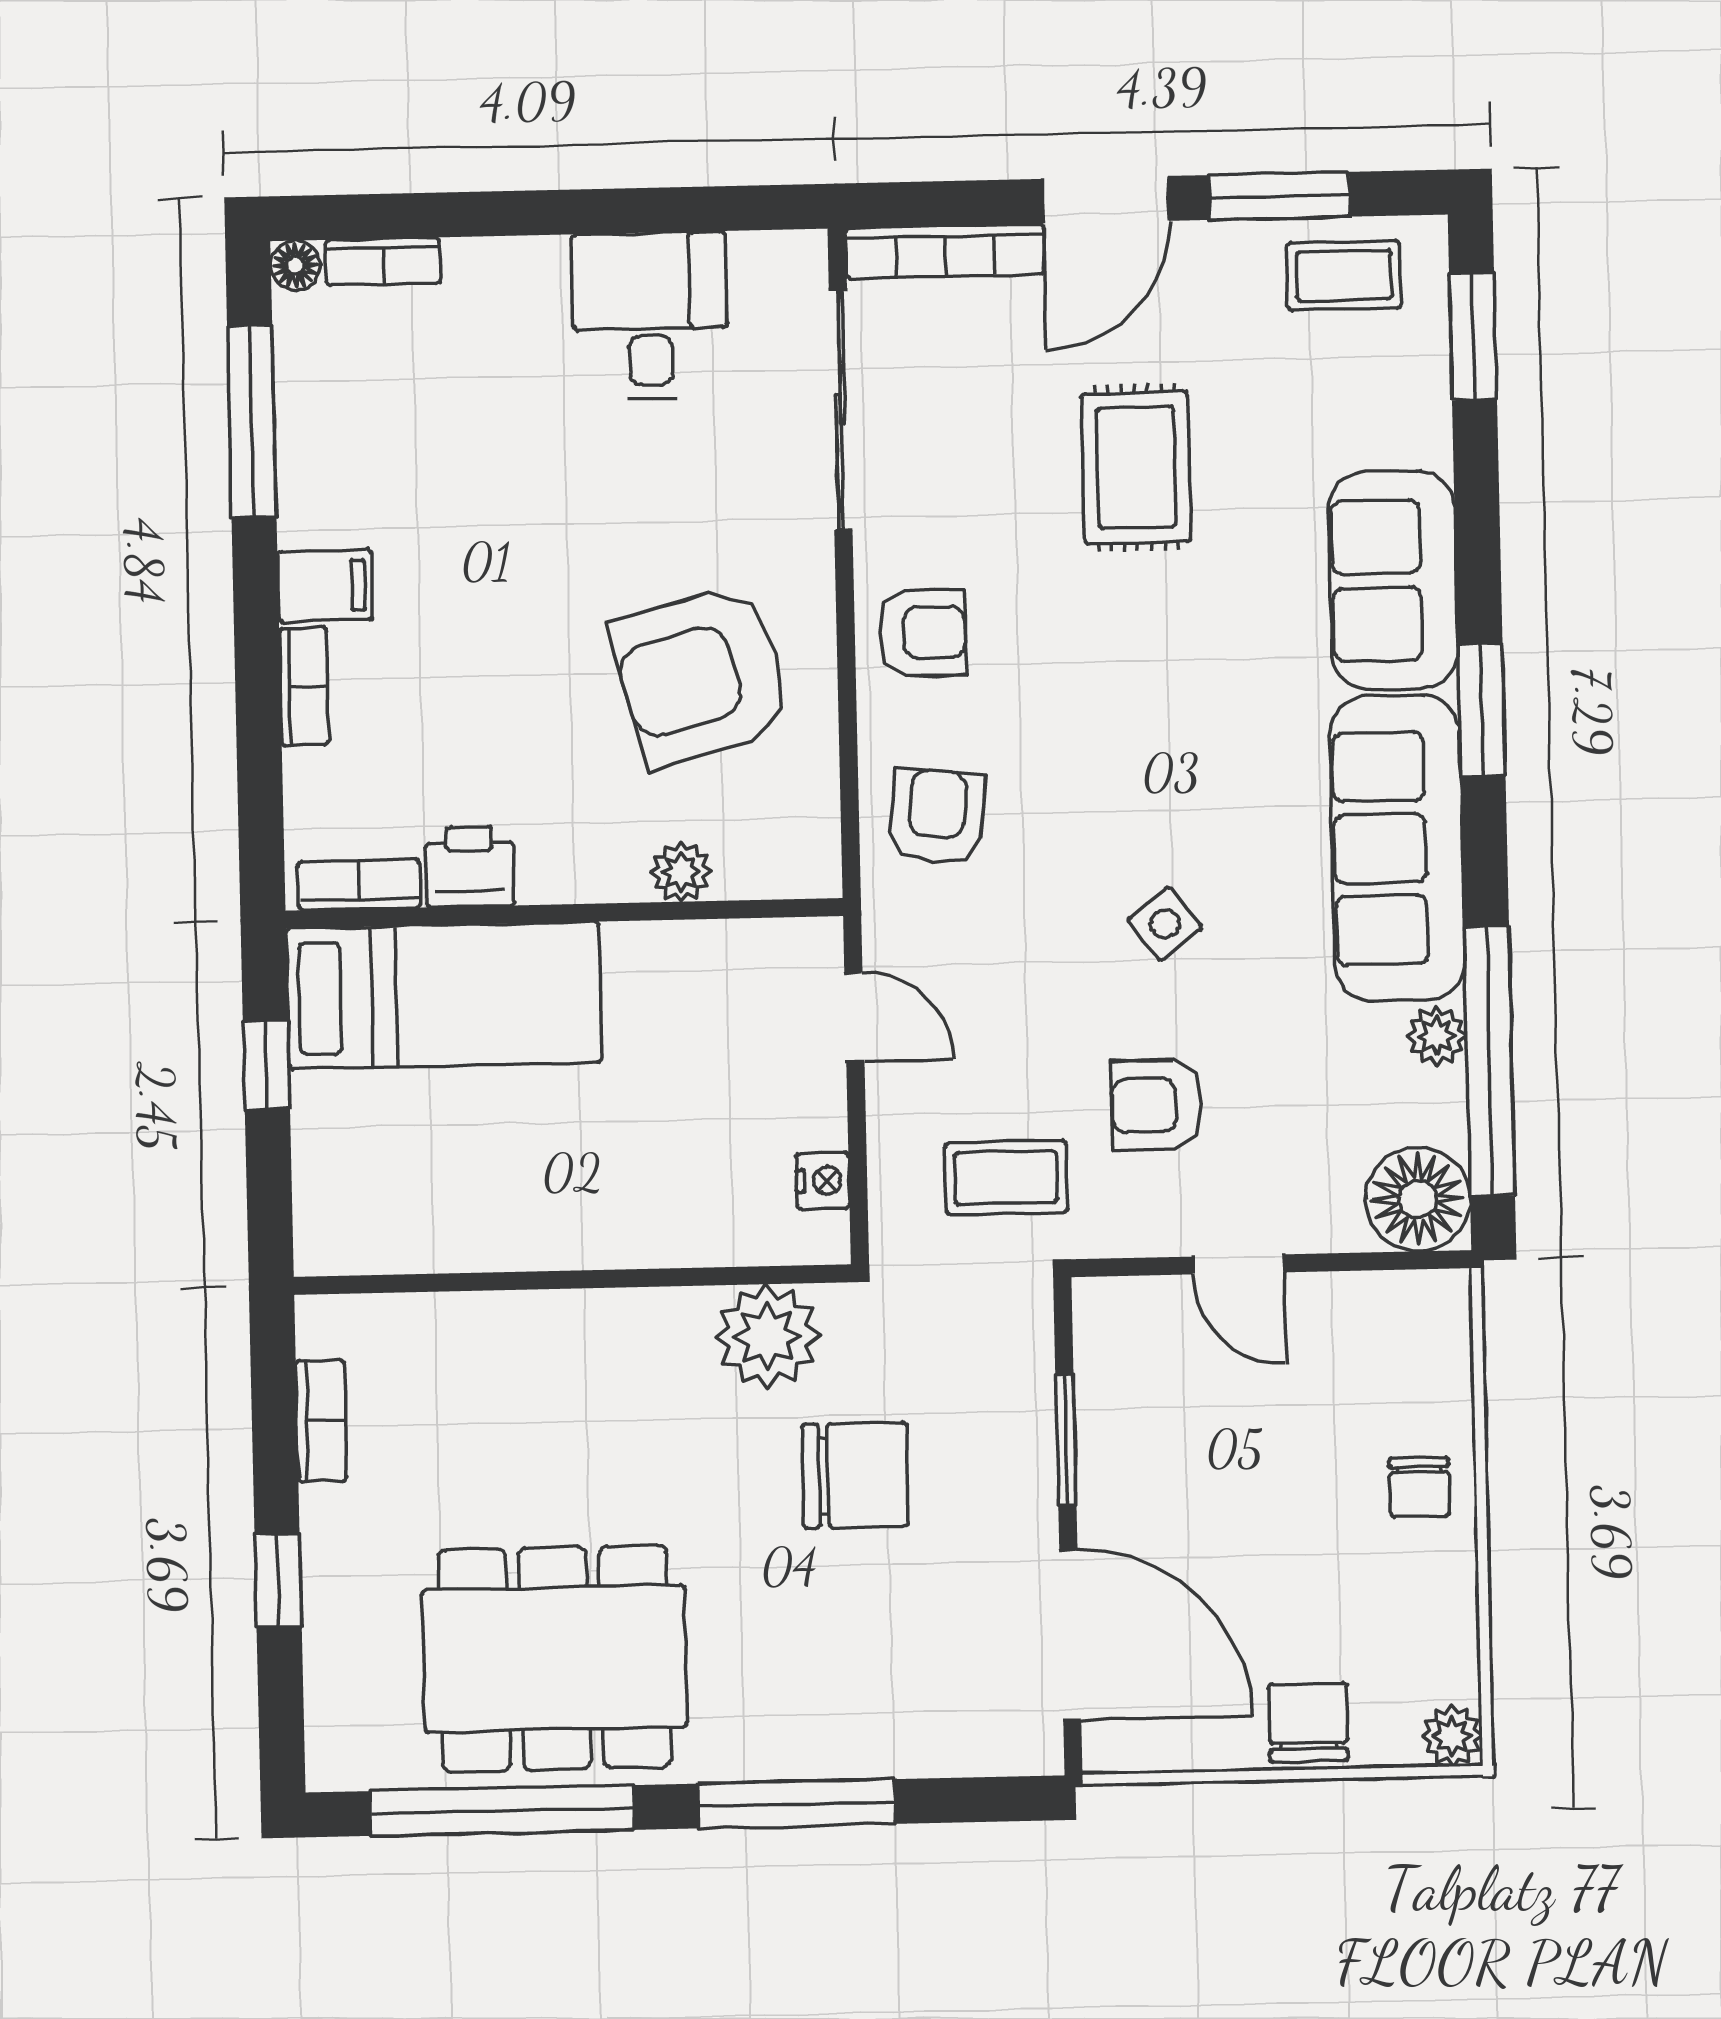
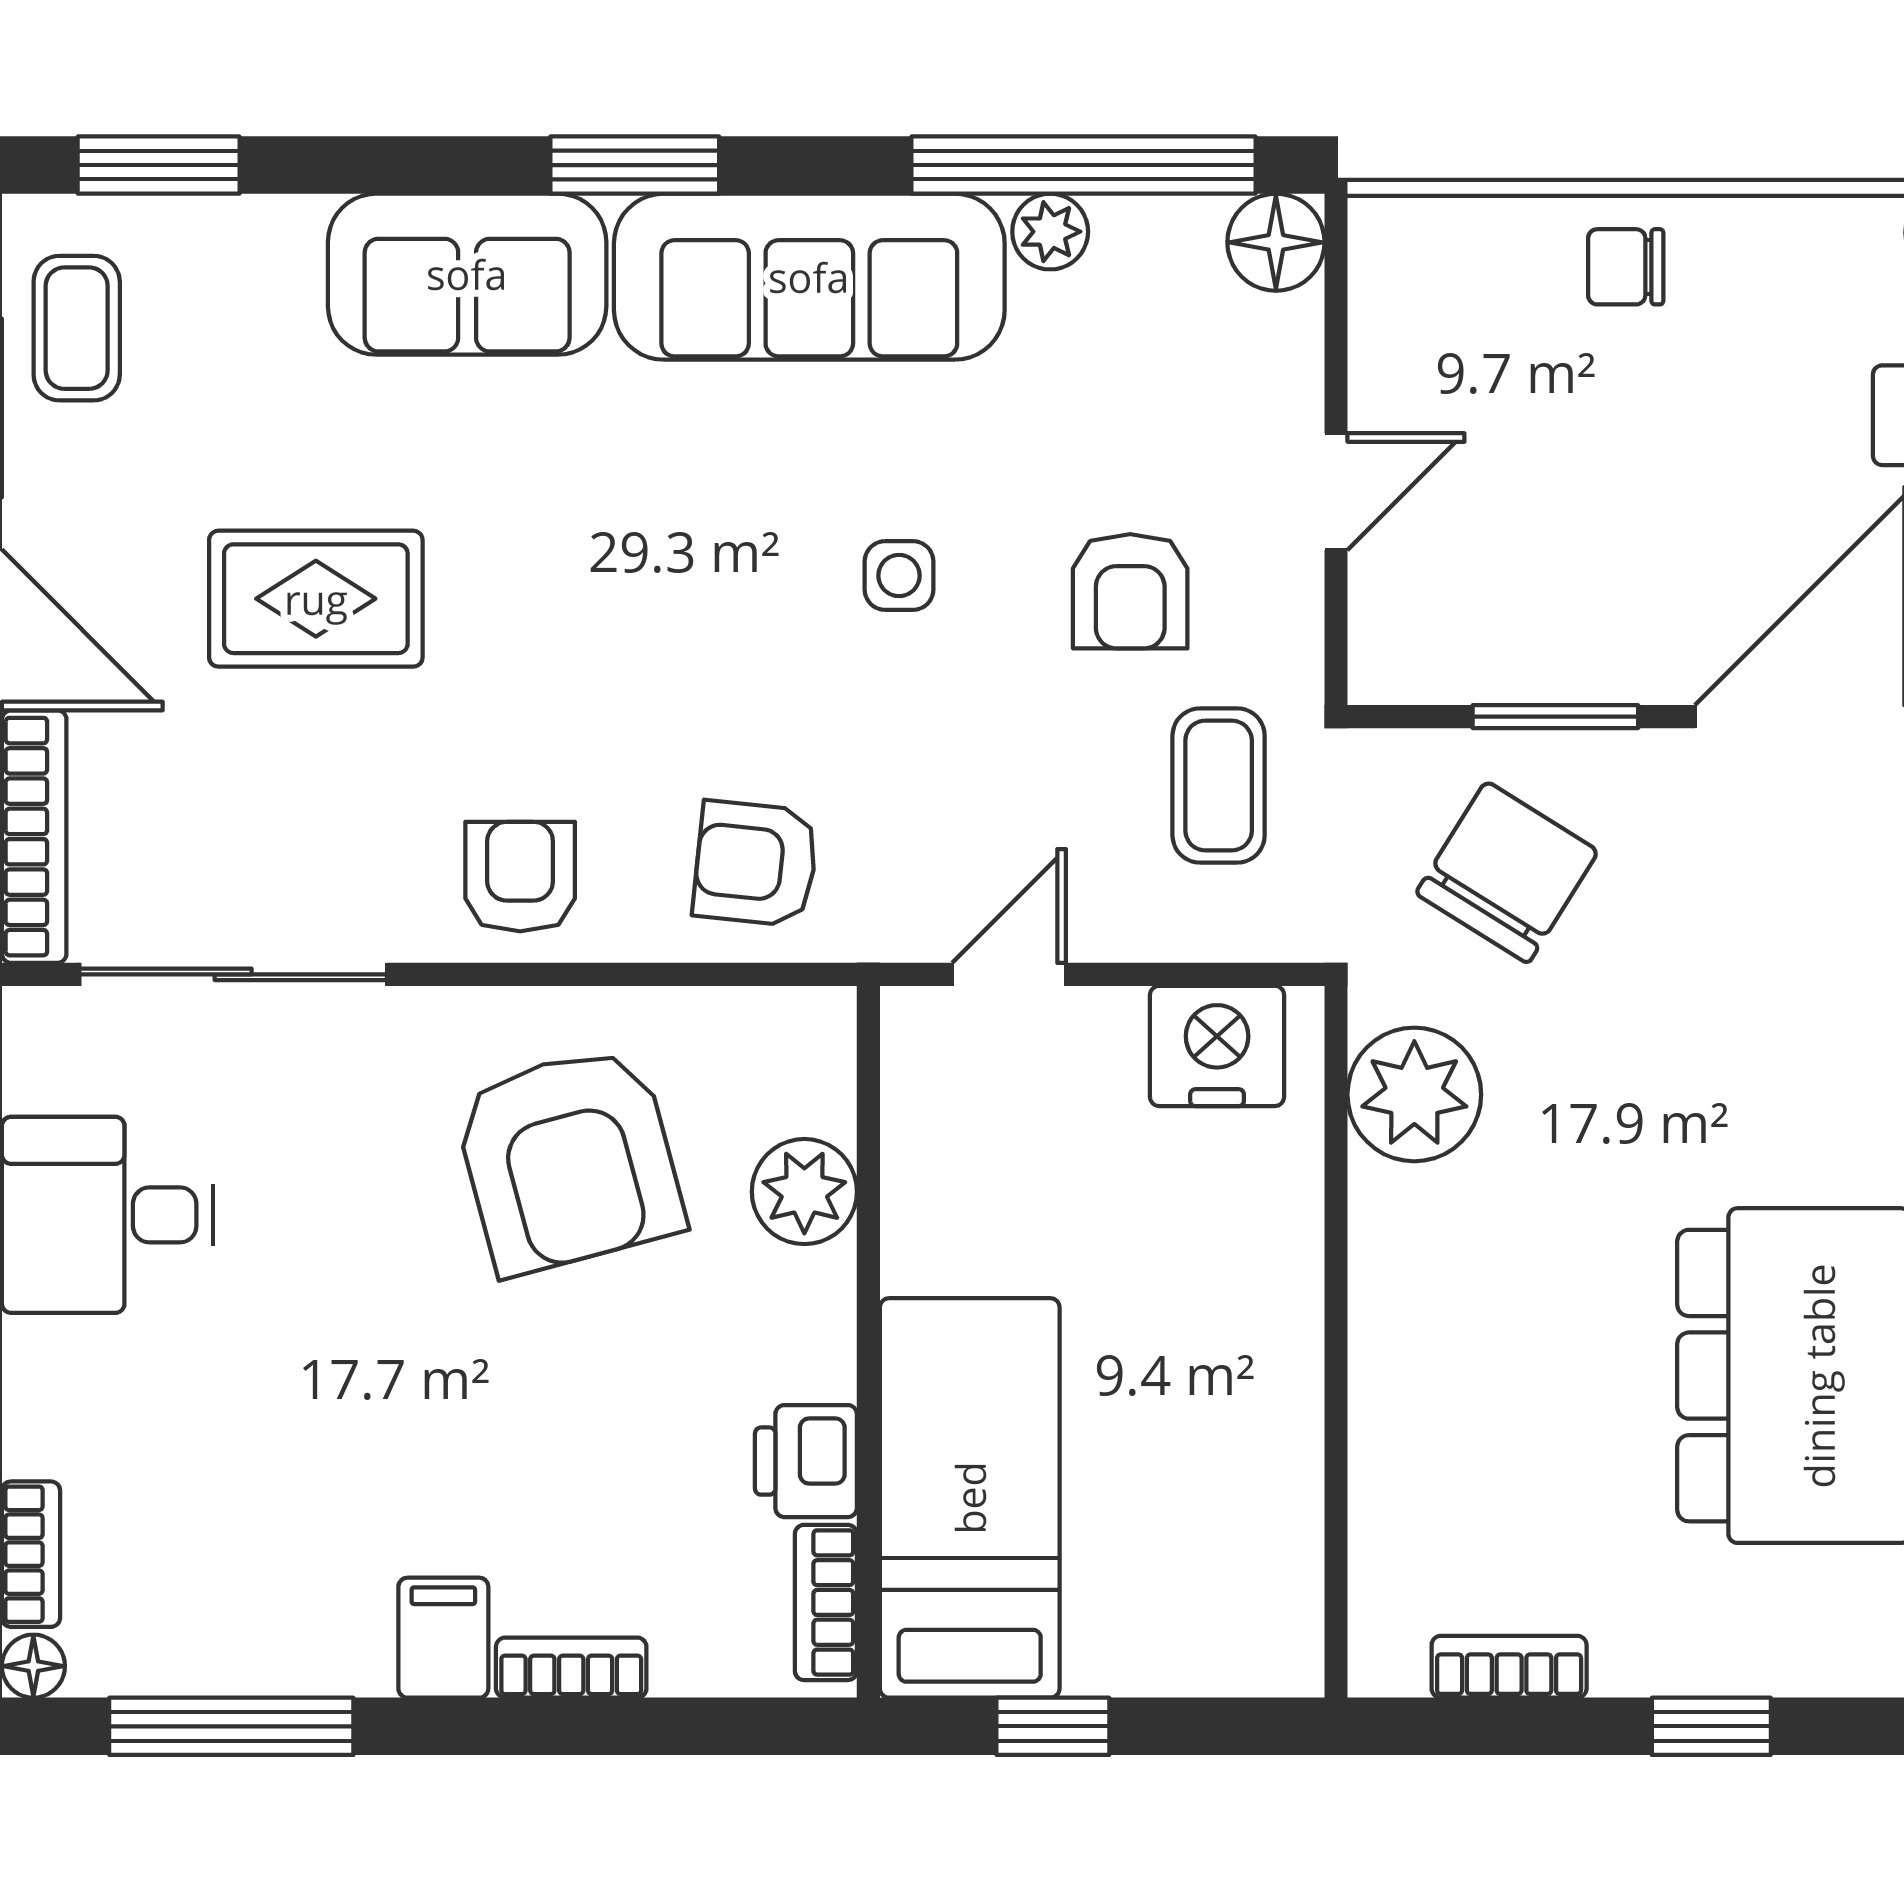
plant: (681, 872) -> (804, 1192), width x1.38, depth x1.38
side table: (1165, 924) -> (899, 576), turned 38
nightstand: (823, 1181) -> (1217, 1046), width x1.89, depth x1.79
floor lamp: (1418, 1199) -> (1276, 242), width x0.73, depth x0.73
chair: (855, 1475) -> (1507, 872), moved, turned 32
chair: (1419, 1487) -> (1626, 267), turned 180

